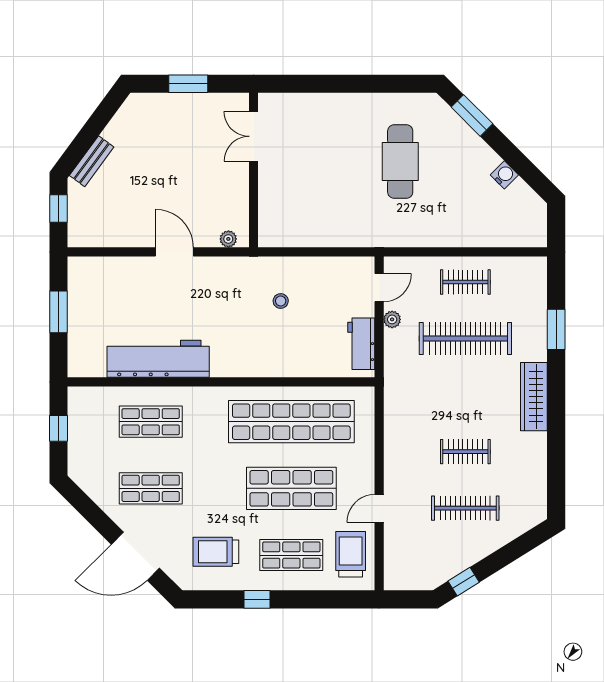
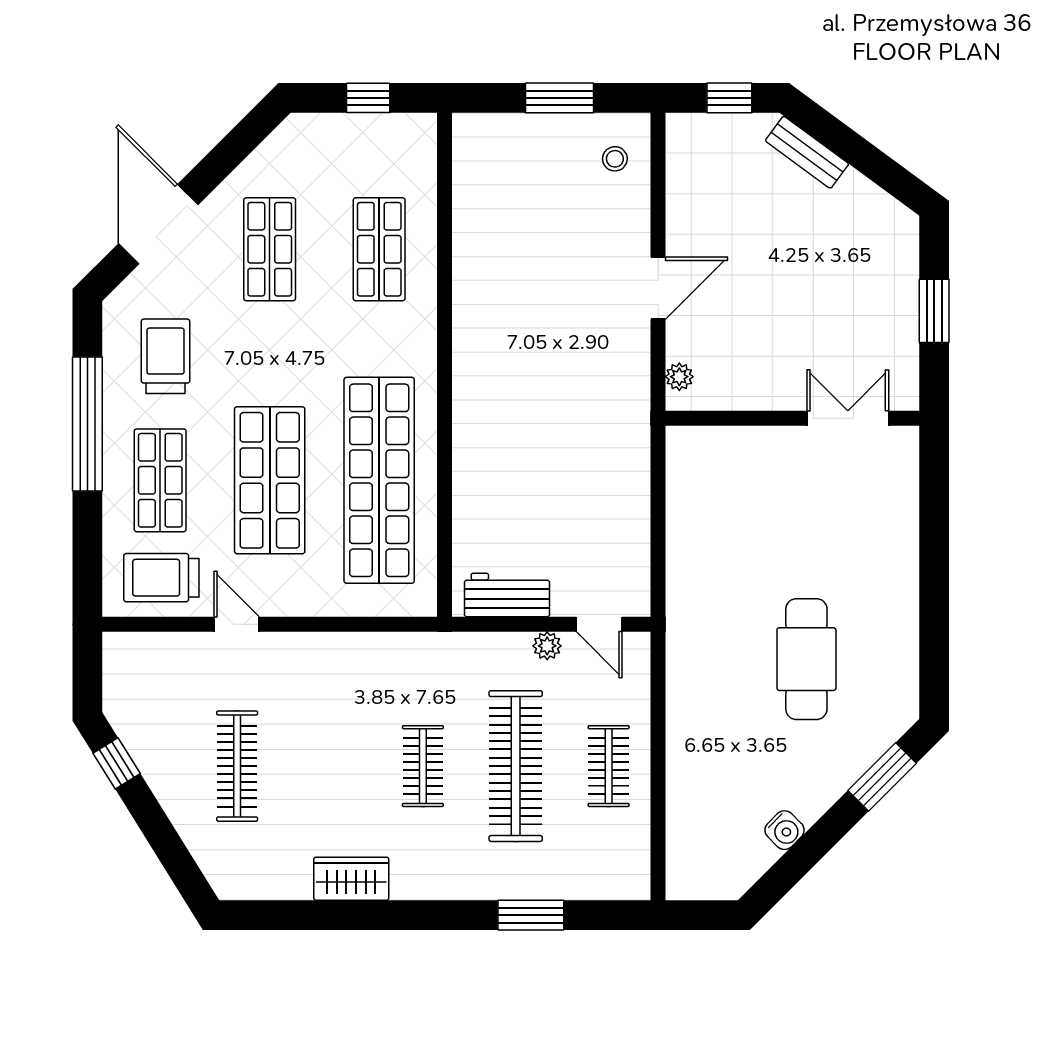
cafe table: (400, 162) -> (806, 659), turned 90
stool: (281, 301) -> (615, 159), moved
workbench: (158, 359) -> (482, 262), removed
wardrobe: (534, 397) -> (351, 879), moved, width x0.67
clothes rail: (465, 452) -> (423, 766), moved
trolley: (351, 554) -> (161, 578), turned 180
window: (257, 599) -> (87, 424), width x3.17

